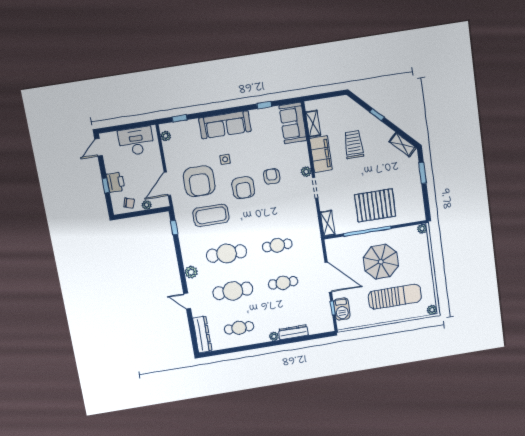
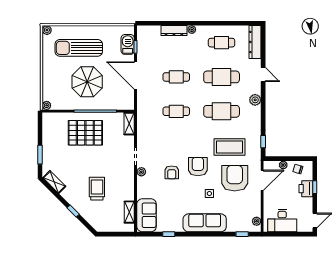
trolley: (354, 145) -> (97, 189), turned 180
filing cabinet: (321, 154) -> (126, 185), removed

